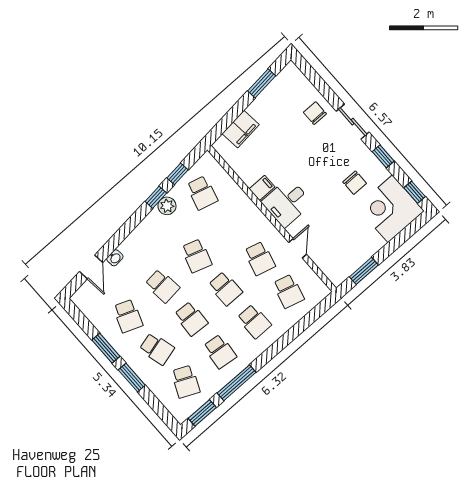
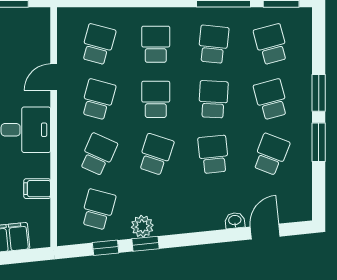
filing cabinet: (262, 188) -> (37, 189), moved
school desk: (231, 226) -> (98, 154), added
school desk: (186, 382) -> (271, 44), turned -39

